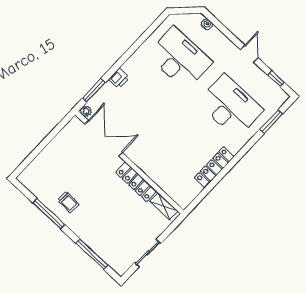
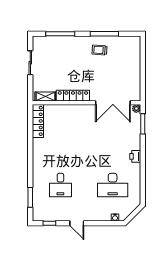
desk: (179, 58) -> (113, 185), width x0.73, depth x0.77
printer: (119, 78) -> (135, 156), moved
desk: (230, 106) -> (60, 185), width x0.53, depth x0.77
locker: (214, 167) -> (38, 121), moved

